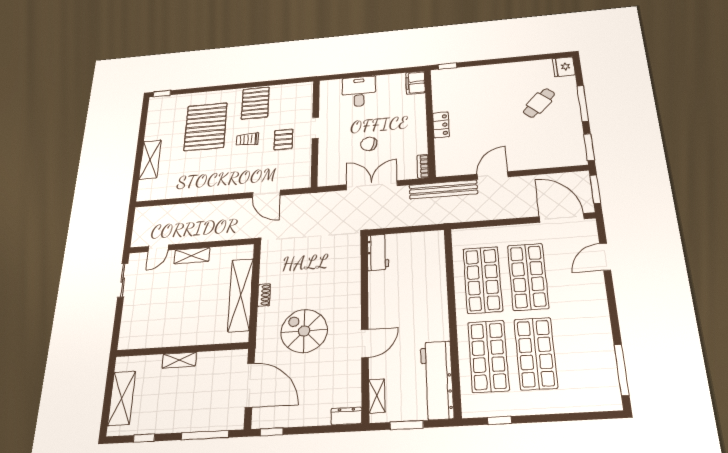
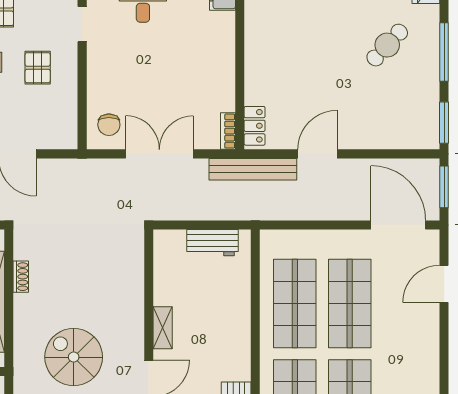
locker: (441, 125) -> (255, 126), moved
doorway: (315, 128) -> (82, 24), moved
chair: (369, 144) -> (109, 125), moved, turned -106
workbench: (378, 252) -> (213, 243), moved, turned 90
shoe rack: (264, 295) -> (21, 277), moved
shelving: (376, 305) -> (163, 328), added

